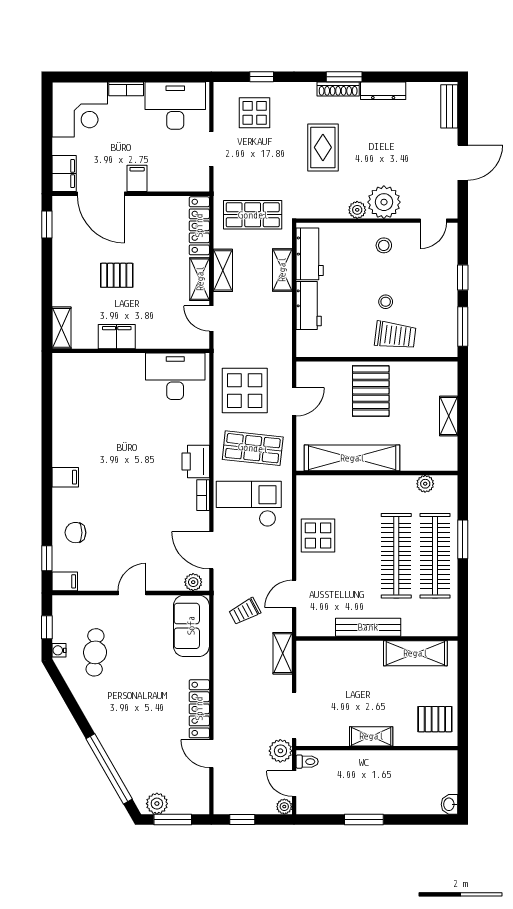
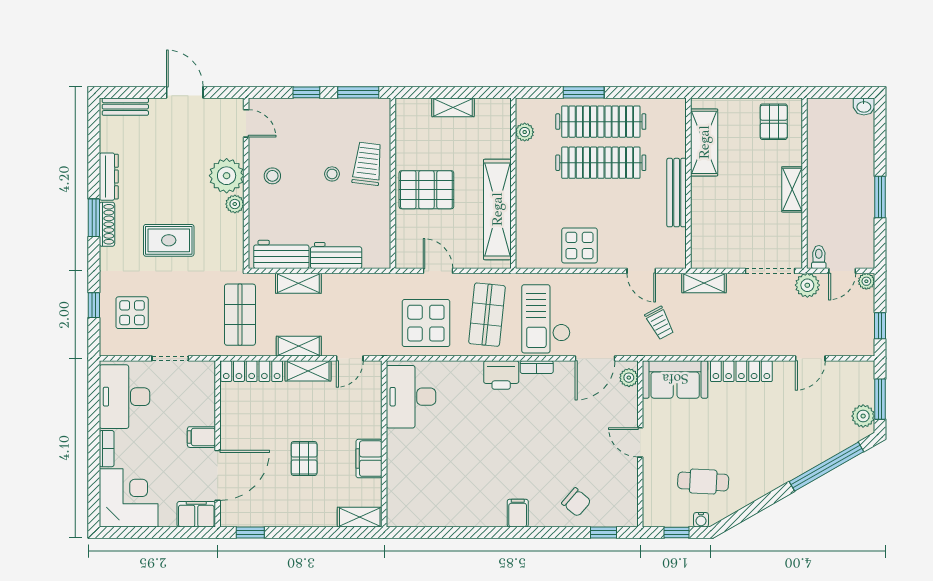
chair: (75, 533) -> (576, 502), turned -49
filing cabinet: (65, 581) -> (628, 514), removed
locker: (199, 709) -> (741, 371), moved

